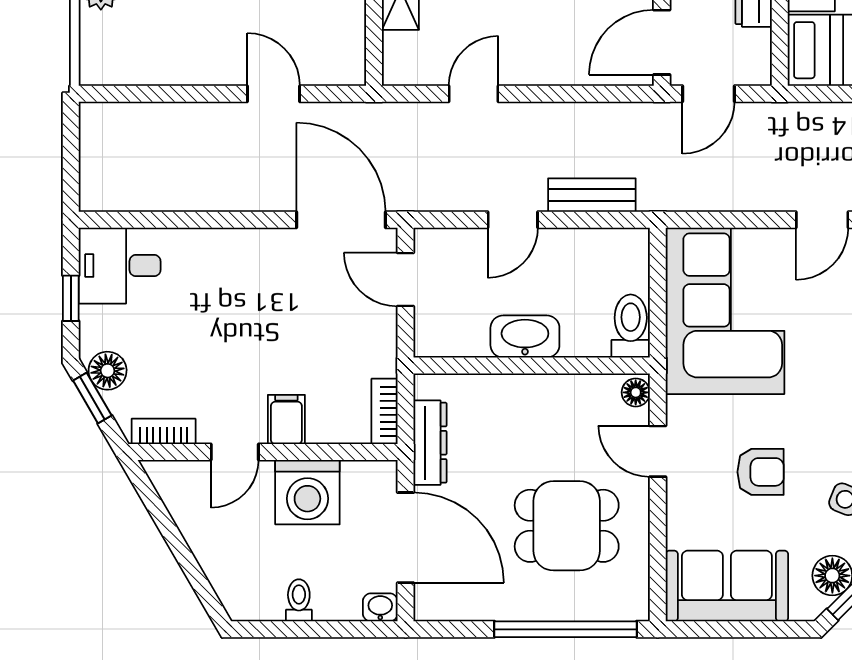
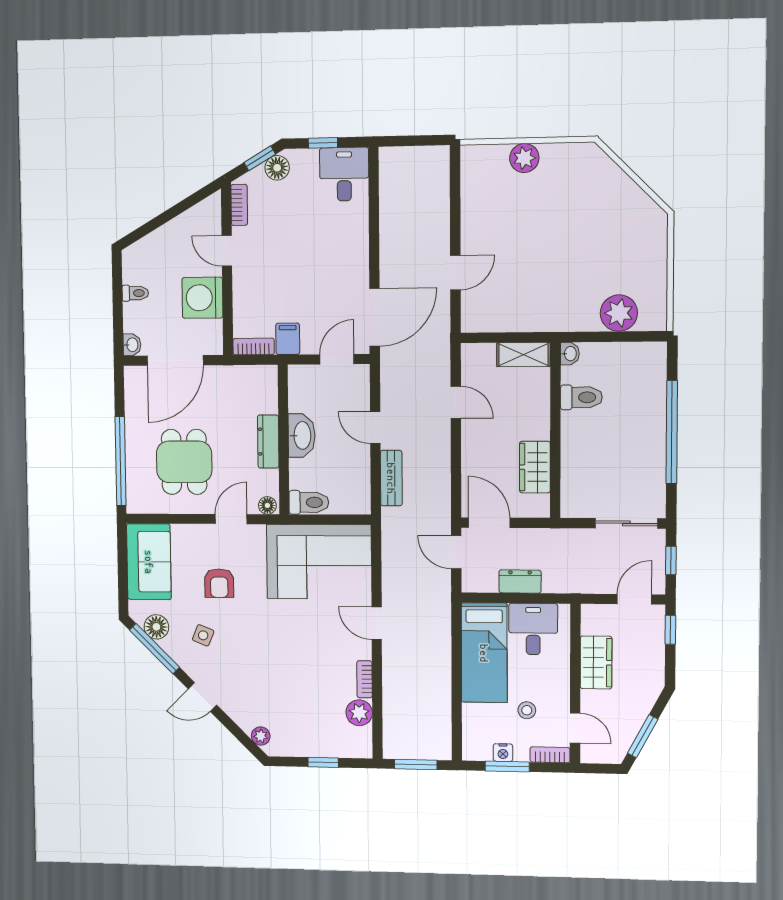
filing cabinet: (286, 419) -> (288, 339), moved, turned -90
dresser: (430, 443) -> (268, 442), moved, turned 90

